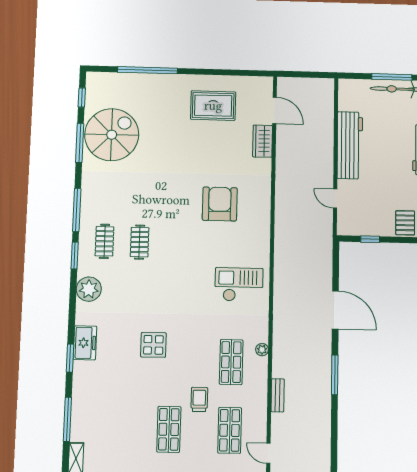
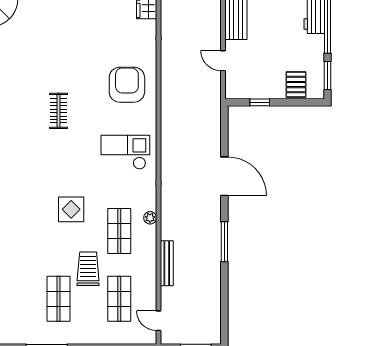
armchair: (220, 204) -> (127, 85), moved
clothes rail: (140, 242) -> (59, 111), moved
display table: (153, 345) -> (71, 209), moved
bench: (278, 395) -> (167, 263), width x1.36
trolley: (199, 399) -> (88, 269), width x1.36, depth x1.39

